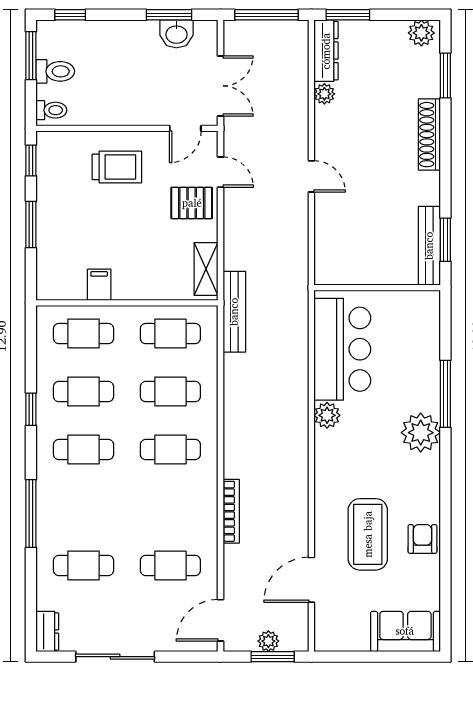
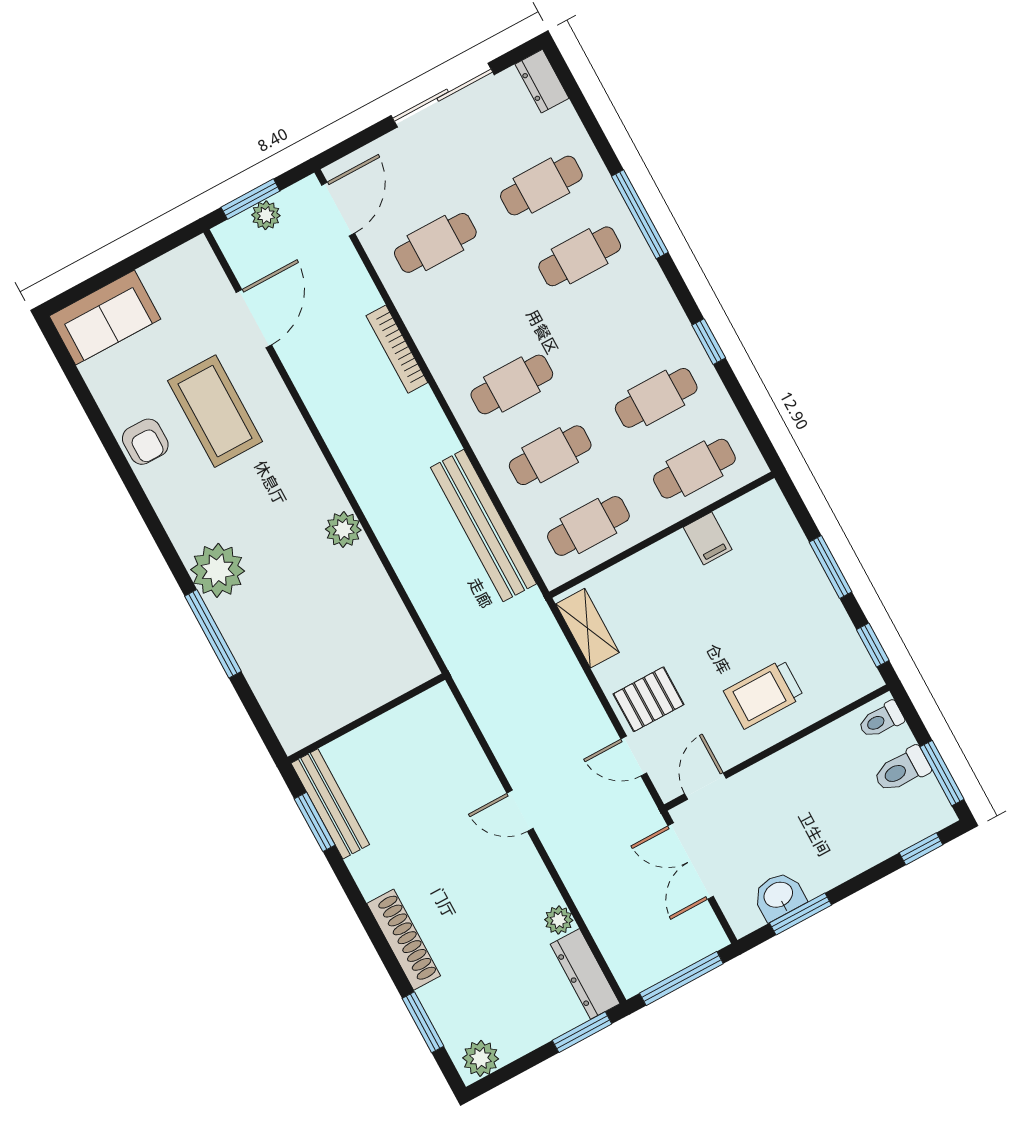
bench: (234, 312) -> (484, 526), moved, width x1.37, depth x1.21
bar counter: (342, 349) -> (368, 620), removed
cafe table: (84, 450) -> (580, 256), moved

